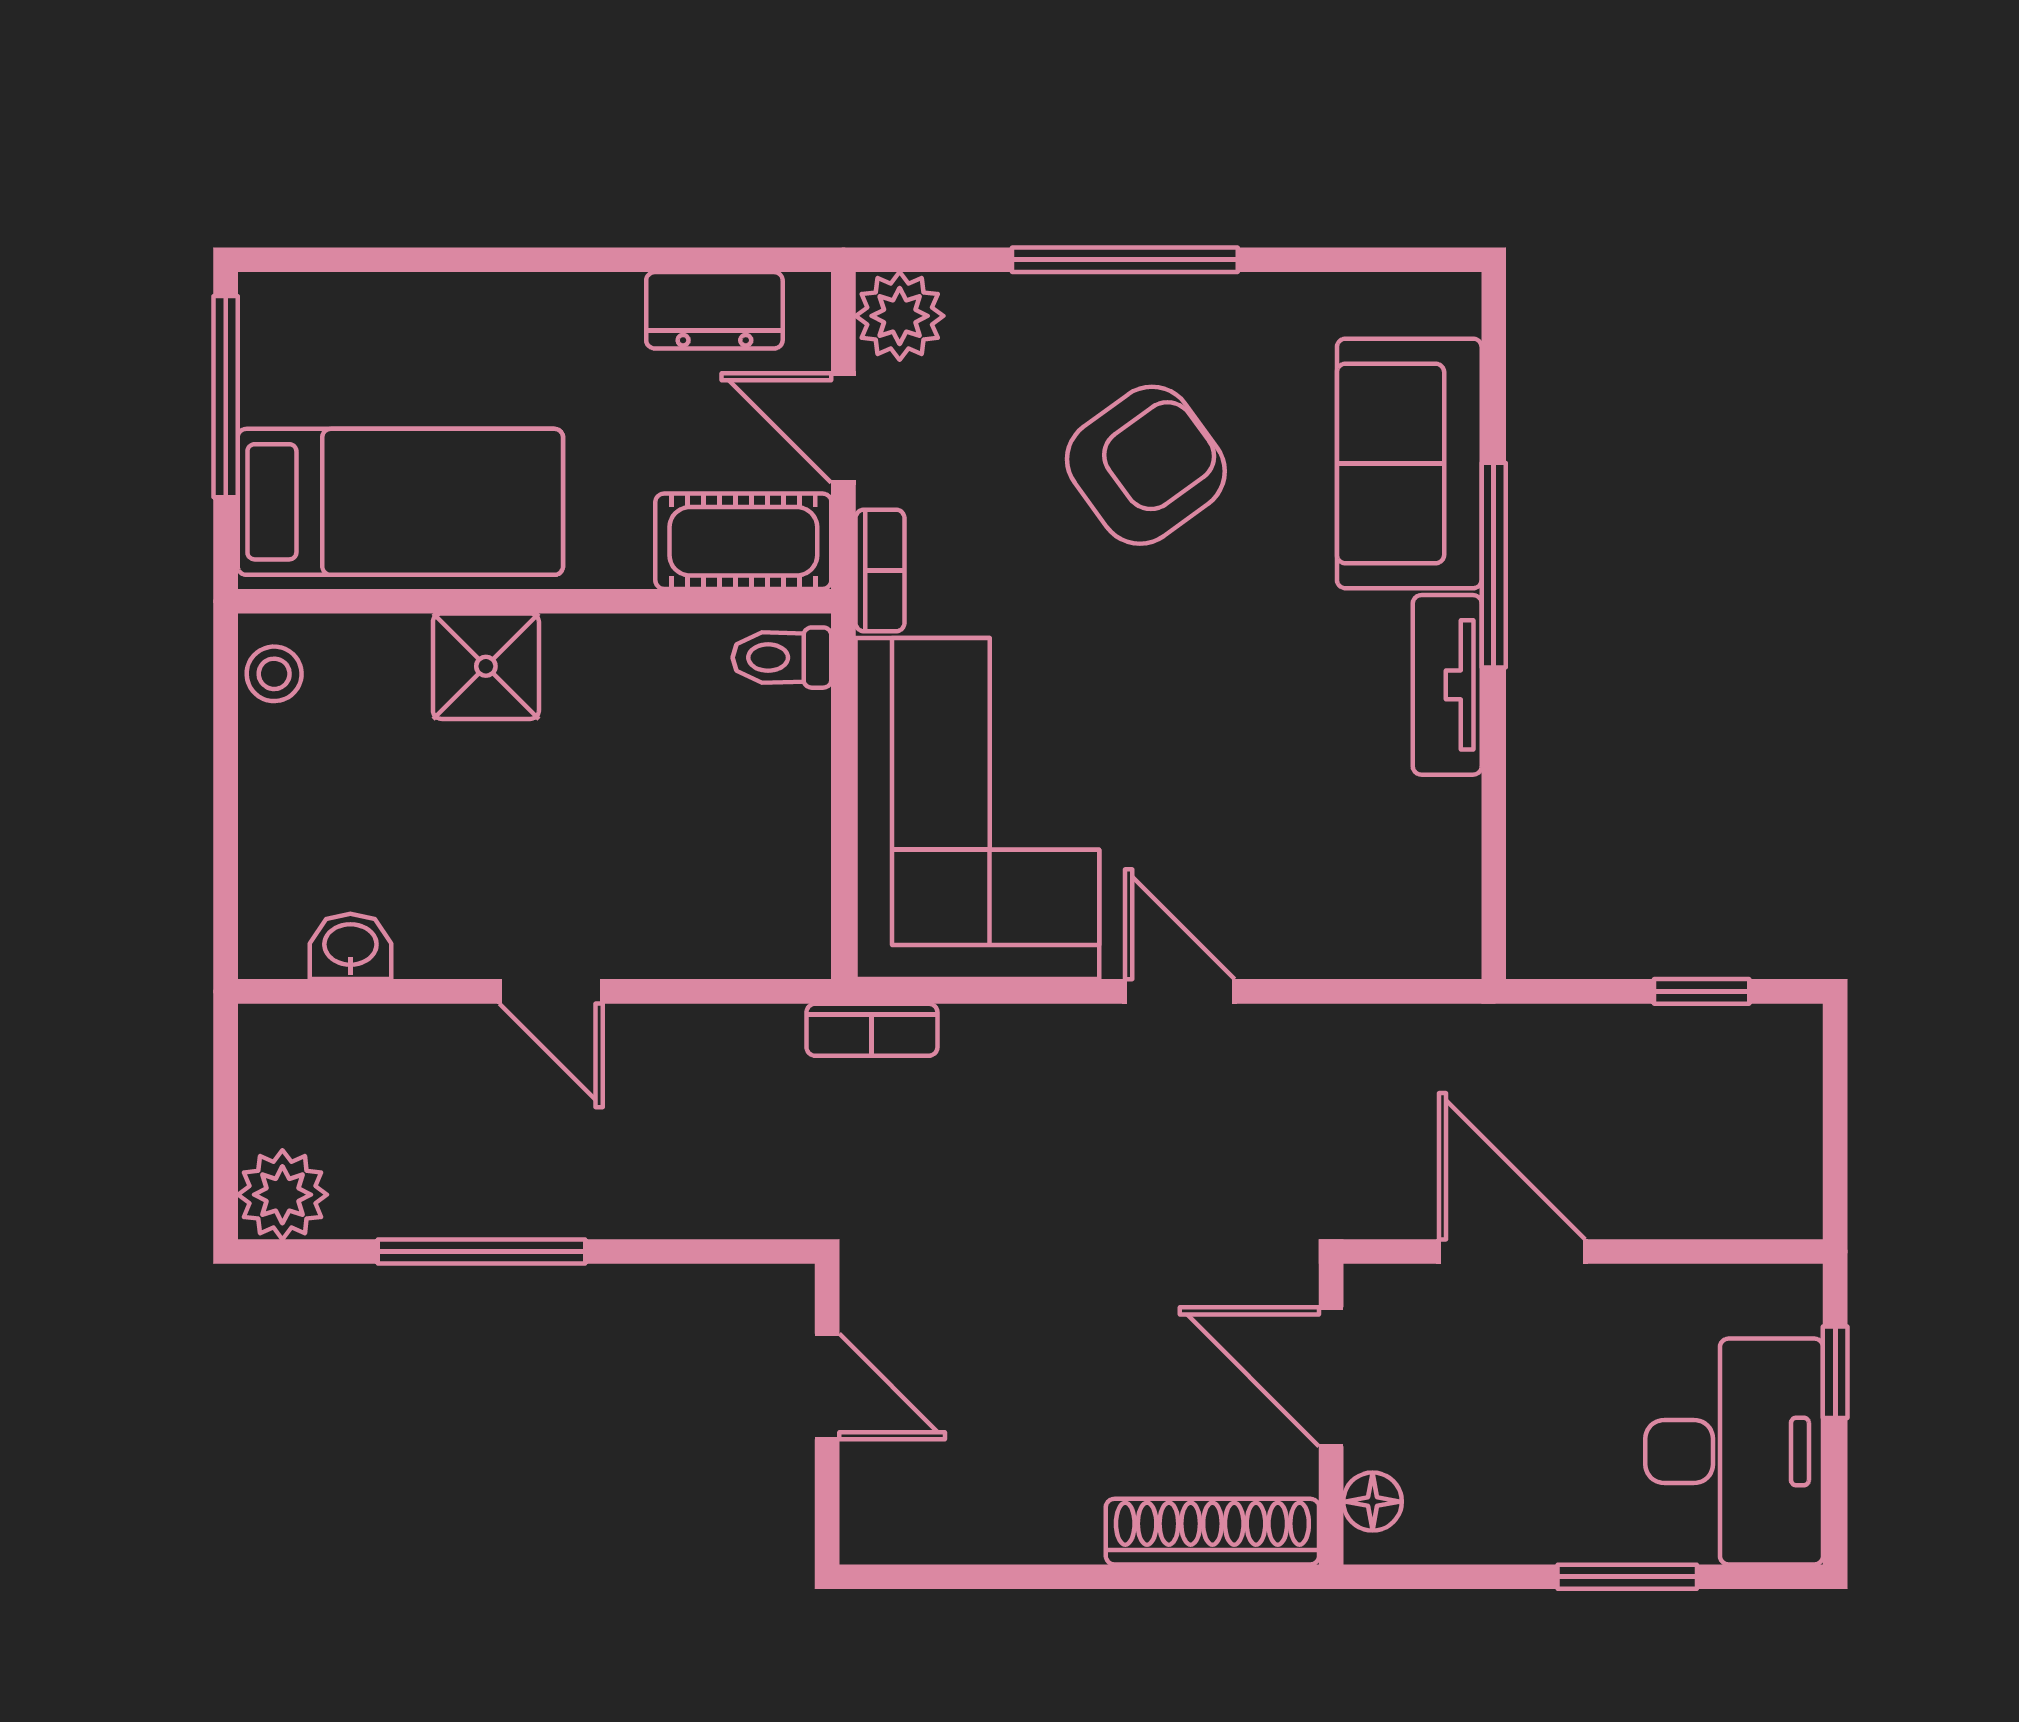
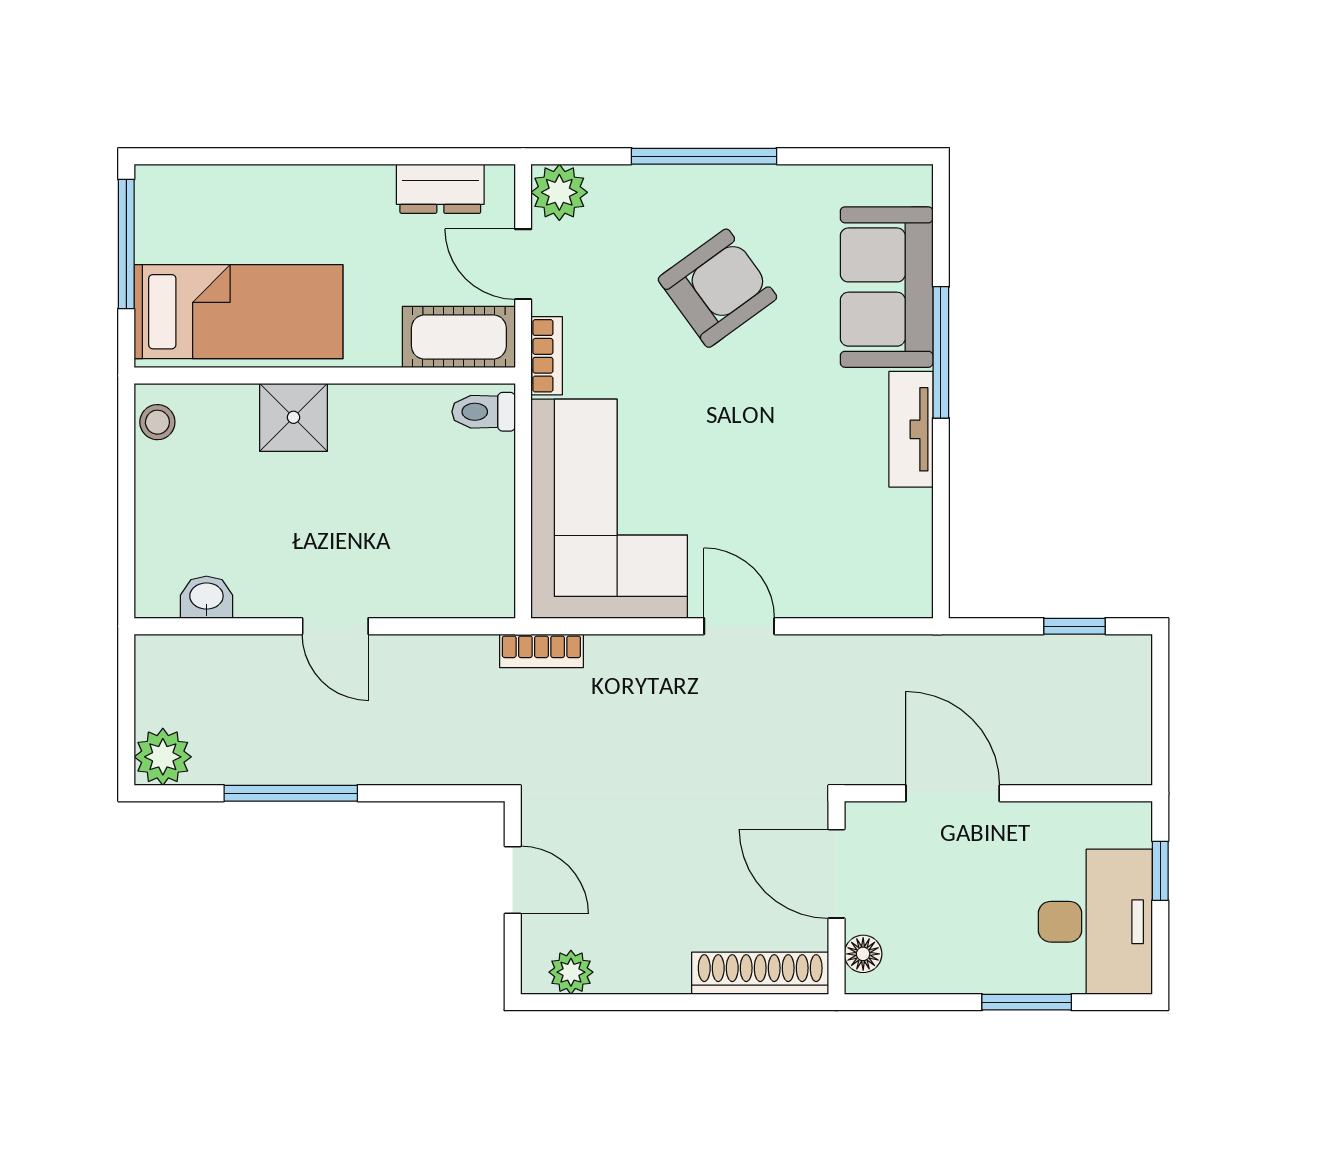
plant: (918, 1530) -> (571, 972), added

